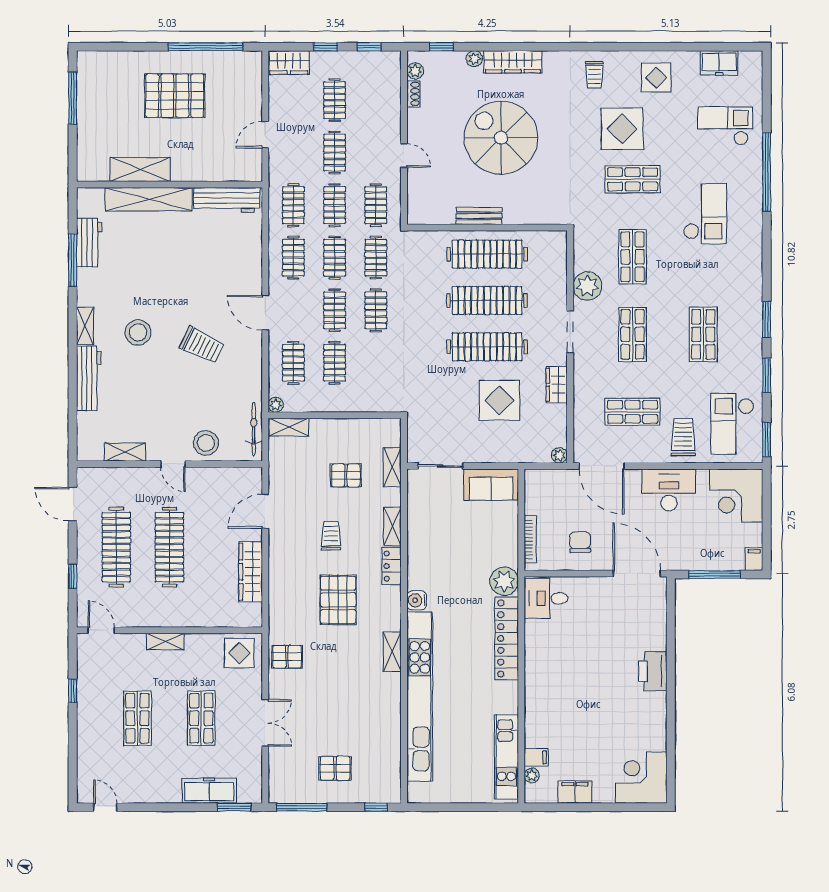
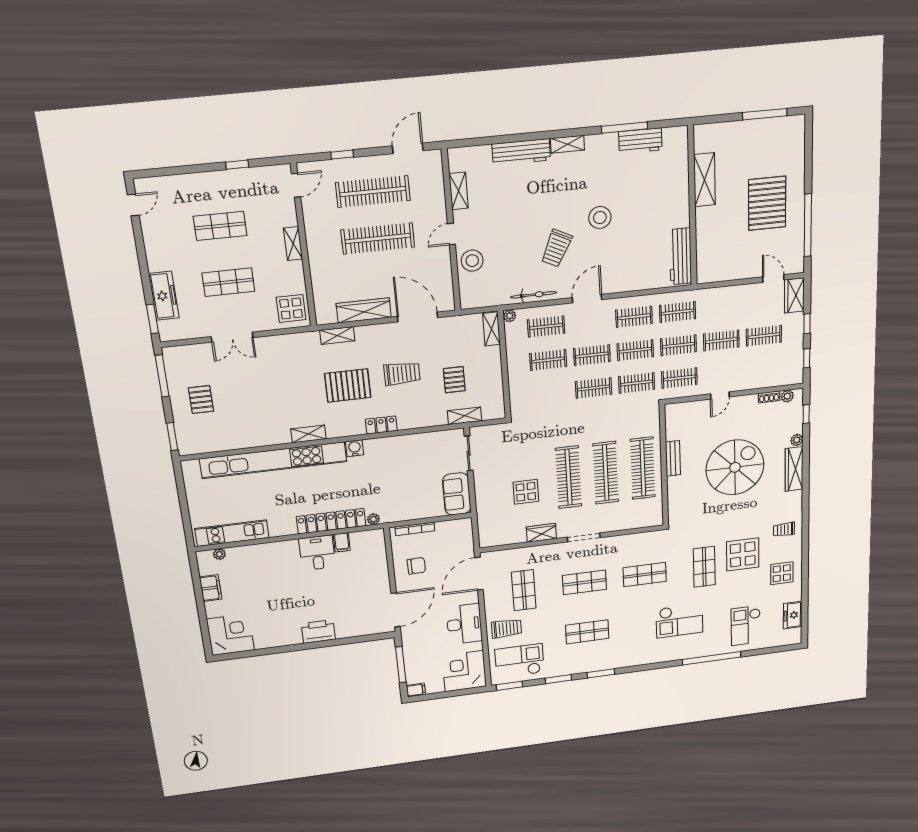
checkout: (725, 126) -> (746, 626), turned 180
door: (265, 135) -> (773, 278), moved
shelving: (149, 199) -> (679, 190), removed
plant: (587, 286) -> (621, 545), removed
stool: (138, 332) -> (600, 217), moved
display table: (499, 400) -> (526, 492), width x0.73, depth x0.73
bicycle: (254, 429) -> (534, 295), moved
plant: (559, 455) -> (485, 542), removed
door: (265, 511) -> (418, 317), width x1.36
shelving: (392, 526) -> (337, 336), moved
trolley: (331, 536) -> (402, 374), width x1.36, depth x1.39
plant: (504, 581) -> (373, 519), width x0.53, depth x0.53
desk: (546, 598) -> (317, 553), moved
pallet: (287, 657) -> (293, 349), removed
filing cabinet: (536, 757) -> (342, 542), moved
window: (376, 807) -> (172, 437), width x1.50

